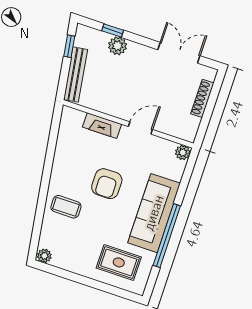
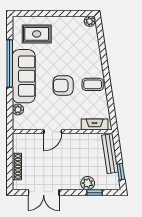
fireplace: (102, 126) -> (95, 125), moved
plant: (183, 153) -> (18, 109), moved
armchair: (107, 184) -> (63, 86), turned -90
coffee table: (66, 207) -> (93, 84), moved

